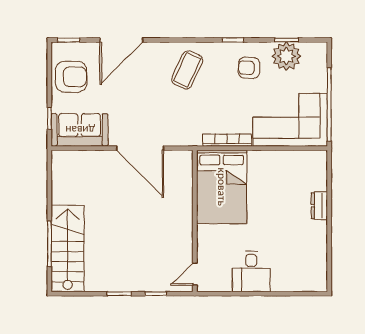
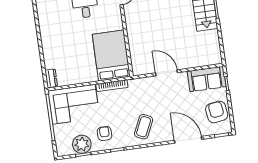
door: (121, 40) -> (188, 140), hinge flipped
armchair: (249, 68) -> (105, 134), turned -94
armchair: (71, 77) -> (217, 112), turned 82
door: (140, 148) -> (166, 73), width x0.73
dresser: (319, 206) -> (51, 78), moved

